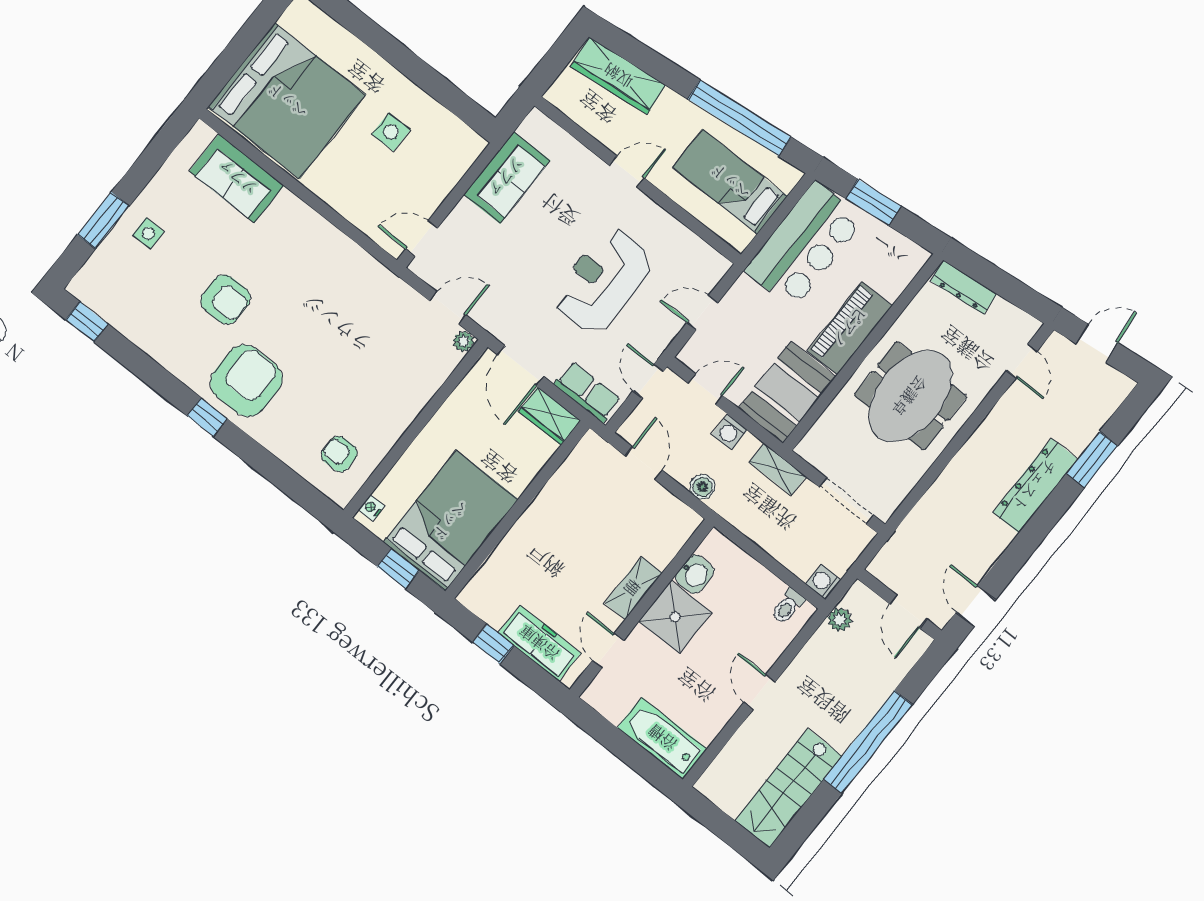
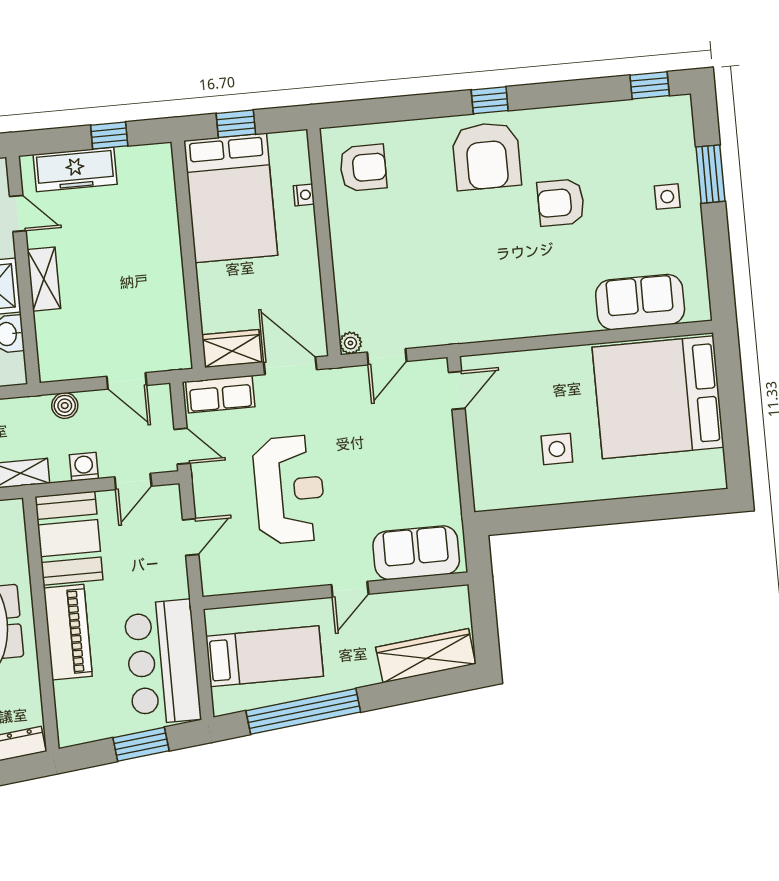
sofa: (507, 178) -> (416, 553), moved, turned 90
armchair: (339, 454) -> (363, 168), width x1.38, depth x1.38
nightstand: (372, 508) -> (304, 195), moved

